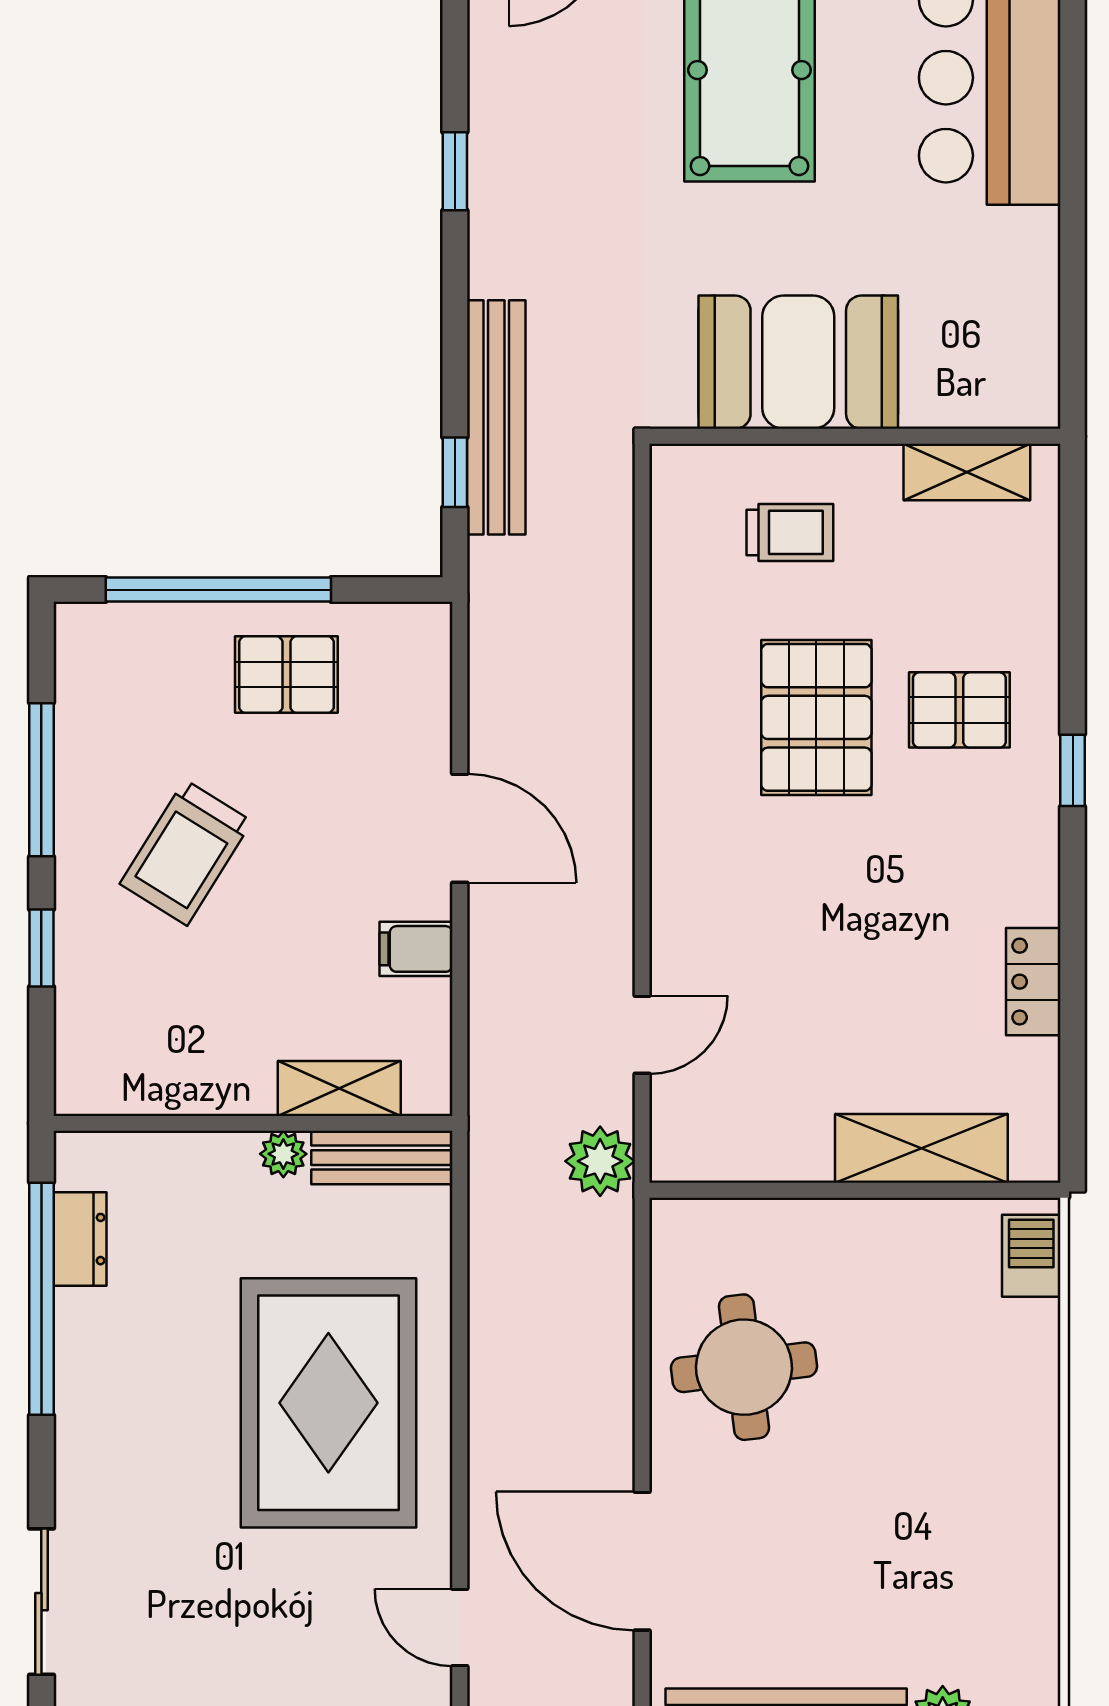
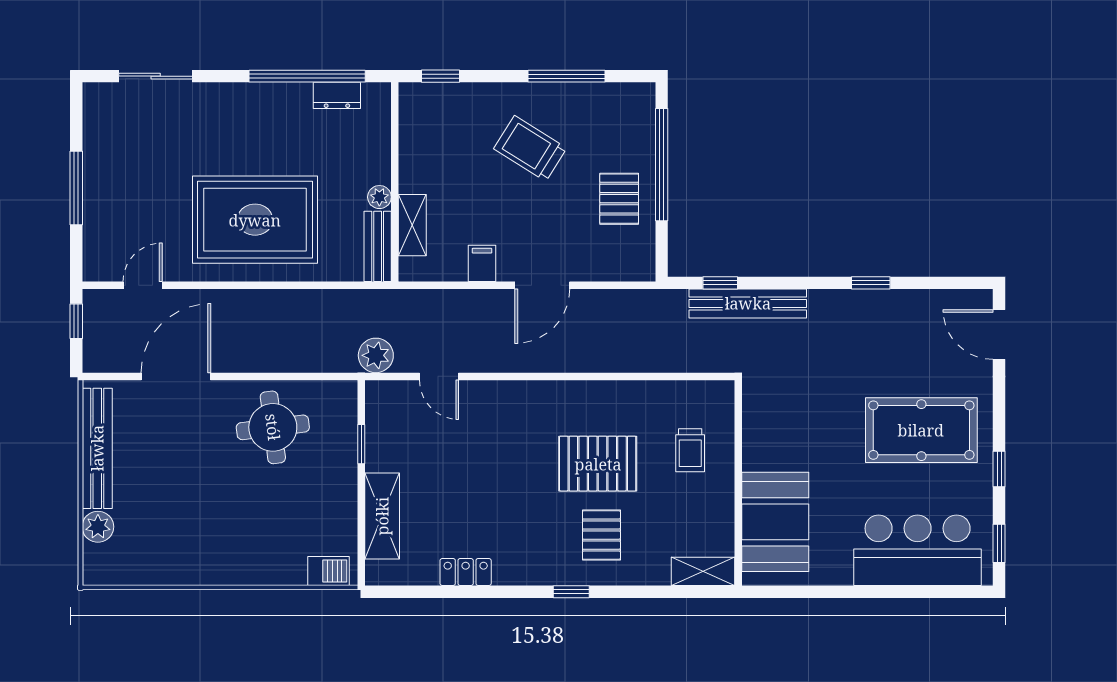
booth: (798, 362) -> (775, 522), moved
shelving: (967, 472) -> (703, 571), moved, turned 90
window: (41, 948) -> (441, 76), moved
window: (777, 1190) -> (361, 444), added

